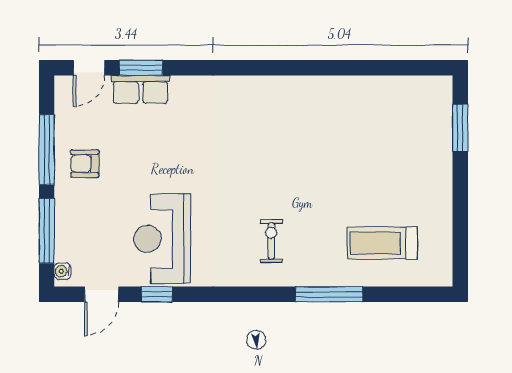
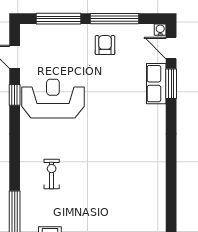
exercise bike: (271, 241) -> (52, 174), turned -90
water cooler: (63, 271) -> (160, 30), moved

